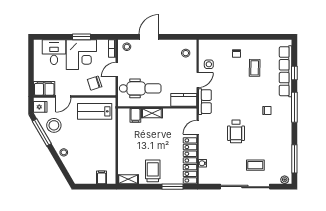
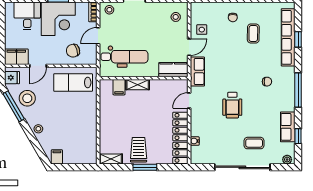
window: (294, 107) -> (298, 90), moved
row of seats: (285, 151) -> (288, 127), added
window: (294, 159) -> (298, 136), width x0.46
filing cabinet: (102, 177) -> (57, 157), moved
window: (173, 187) -> (145, 167), moved

